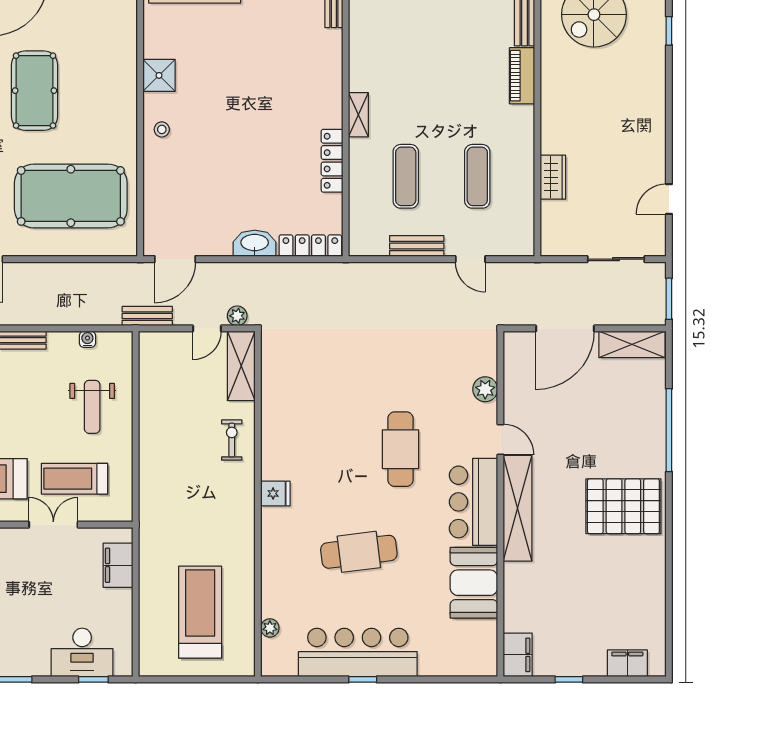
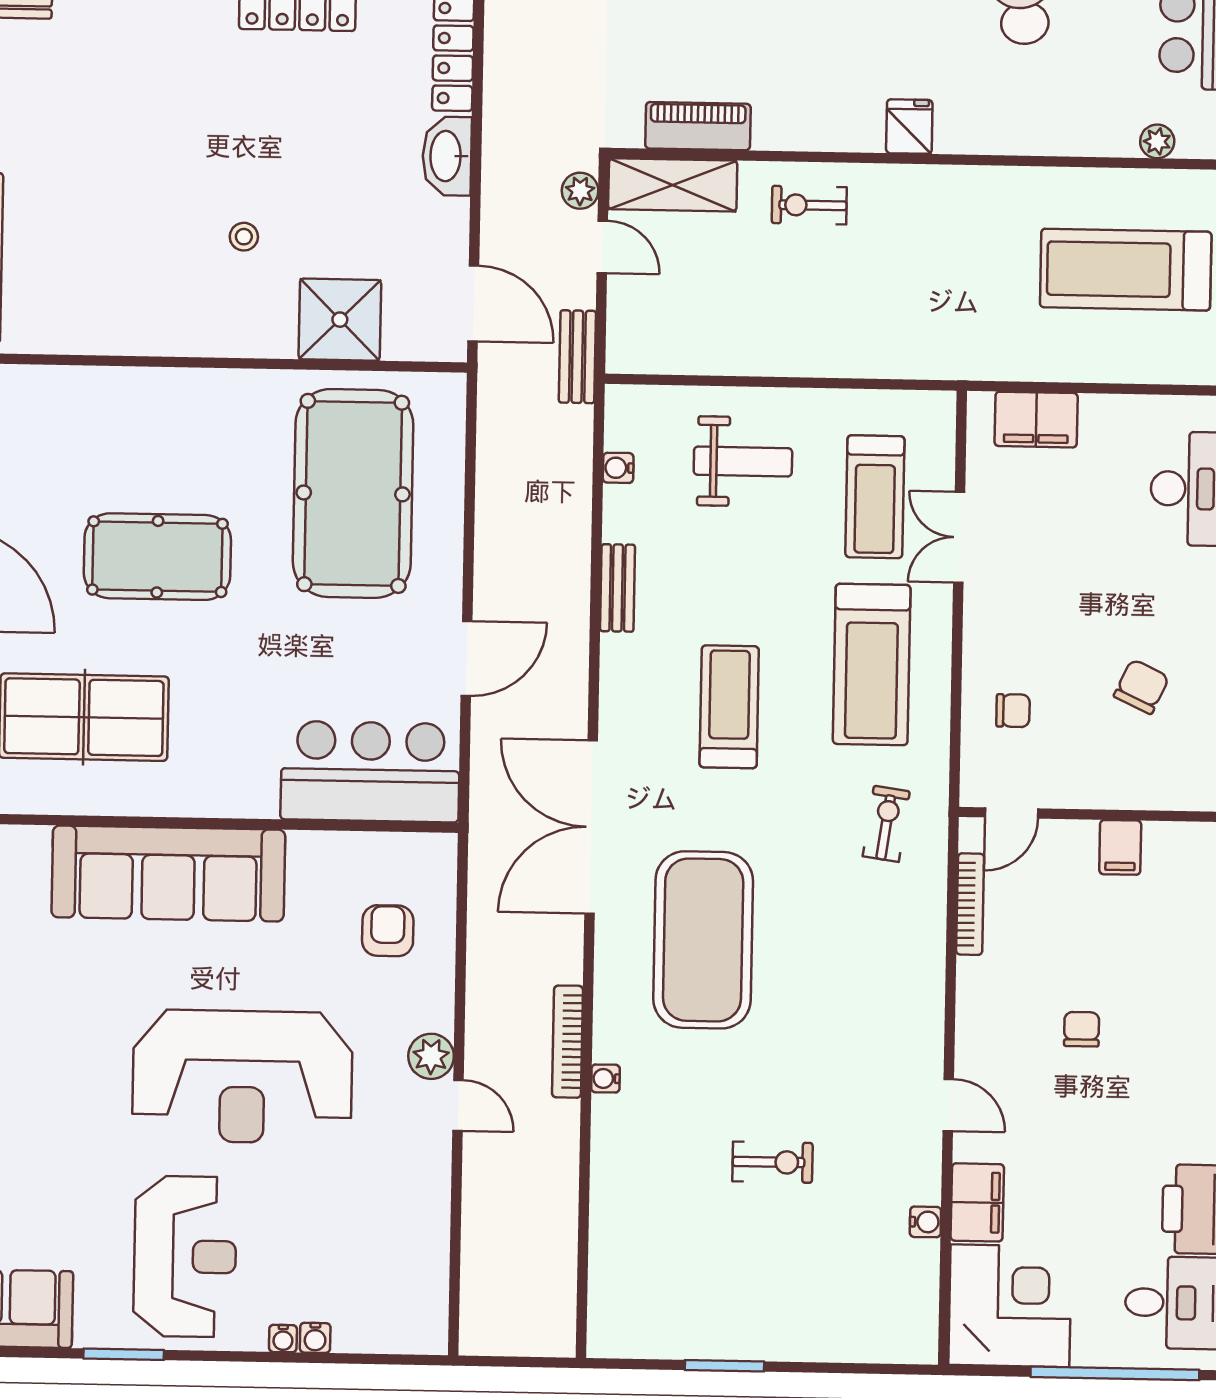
shower: (159, 75) -> (340, 320), moved, width x1.36, depth x1.36
stool: (162, 129) -> (244, 237), moved
piano: (273, 379) -> (698, 126), added

